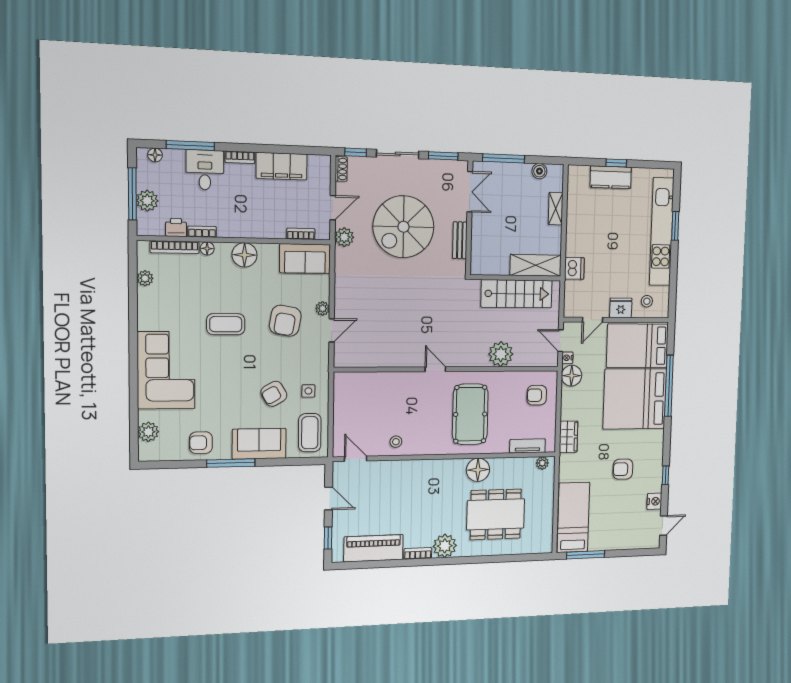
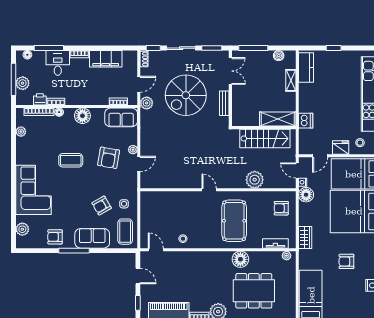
kitchen counter: (611, 177) -> (306, 67), moved, turned -90

